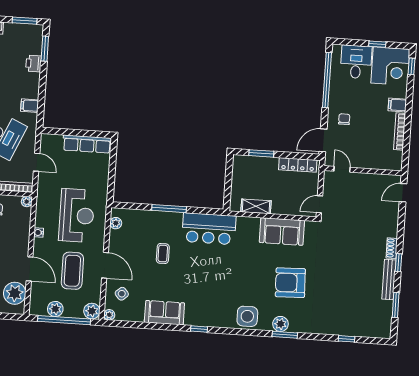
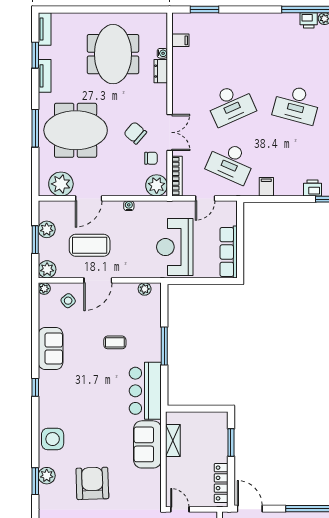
plant: (27, 202) -> (157, 185), width x1.88, depth x1.88
reception desk: (77, 215) -> (175, 247), moved, turned 90
sofa: (282, 232) -> (147, 444), moved
window: (64, 320) -> (35, 240), width x0.47

